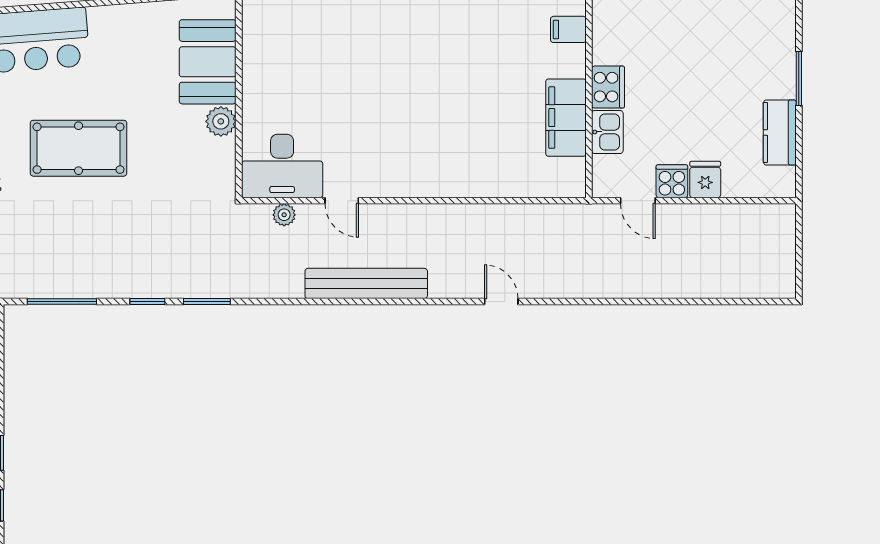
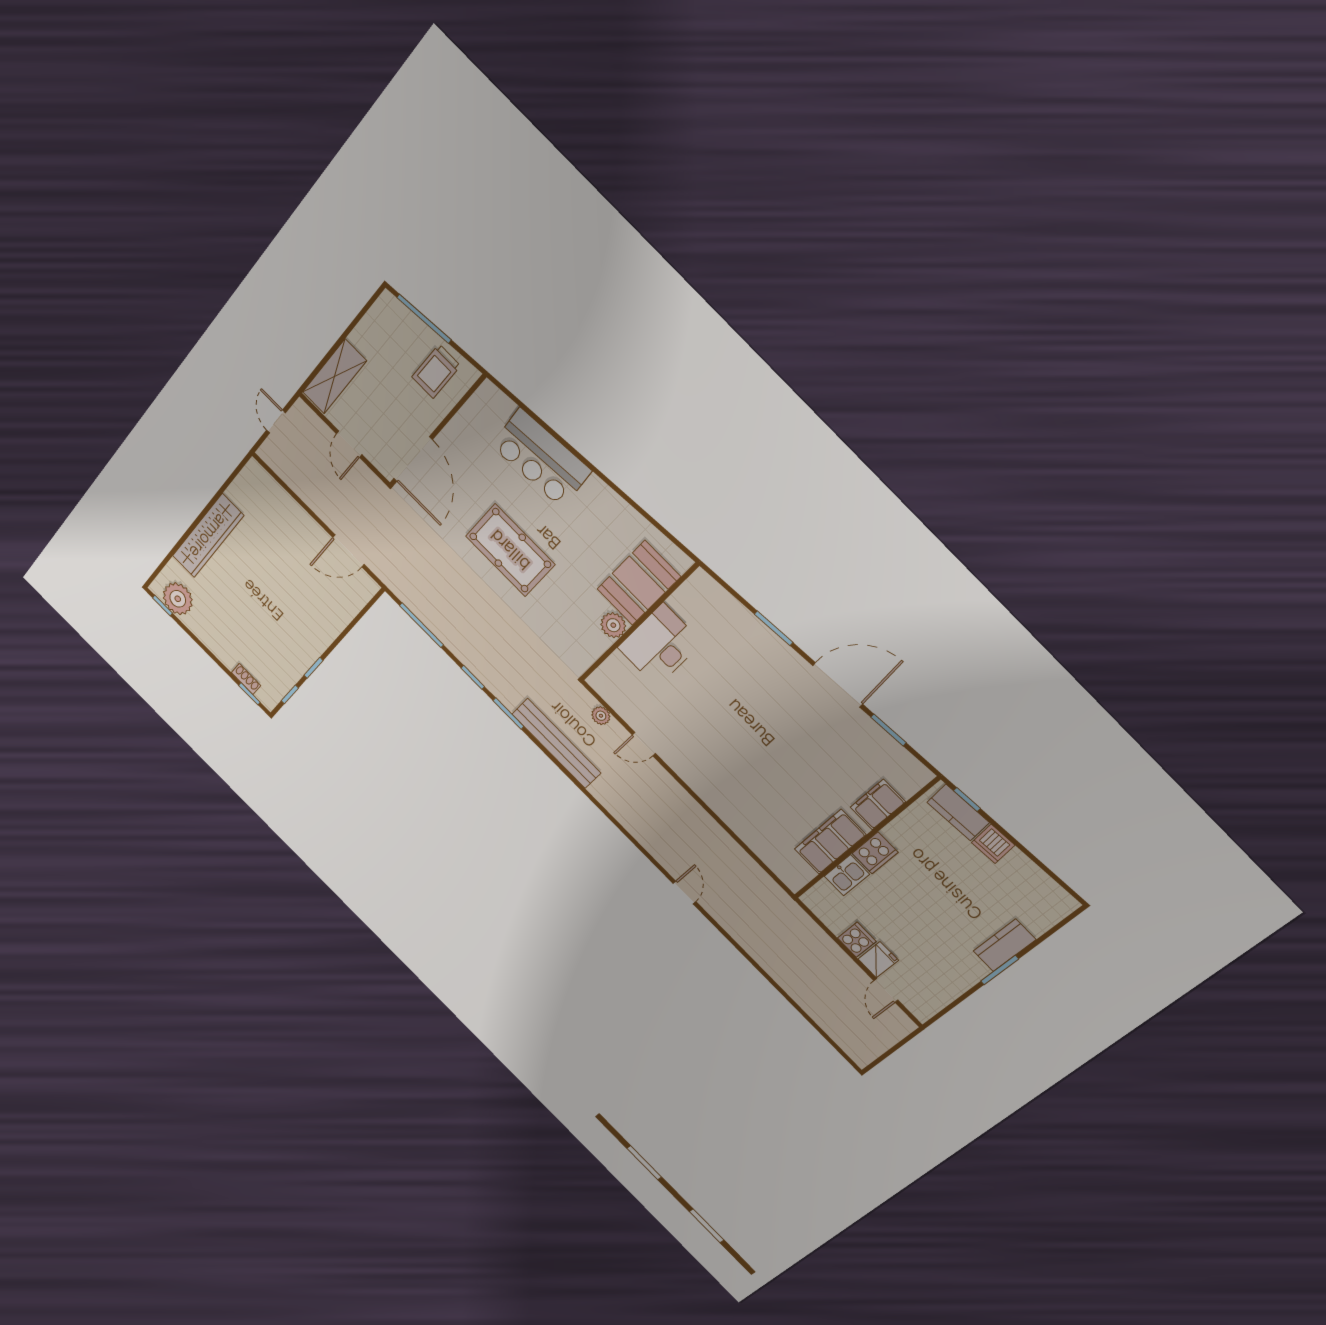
filing cabinet: (568, 29) -> (878, 805), width x2.00
kitchen counter: (780, 132) -> (1004, 945), moved
desk: (282, 166) -> (660, 645), moved, turned 90
door: (342, 201) -> (644, 744), hinge flipped
door: (638, 201) -> (886, 990), moved
bench: (366, 283) -> (556, 743), moved

